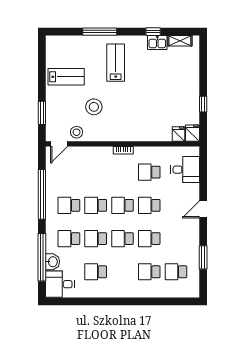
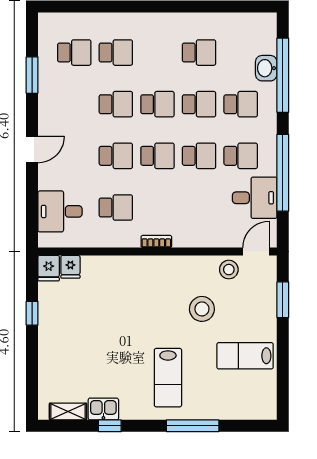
desk: (60, 284) -> (255, 198), moved

